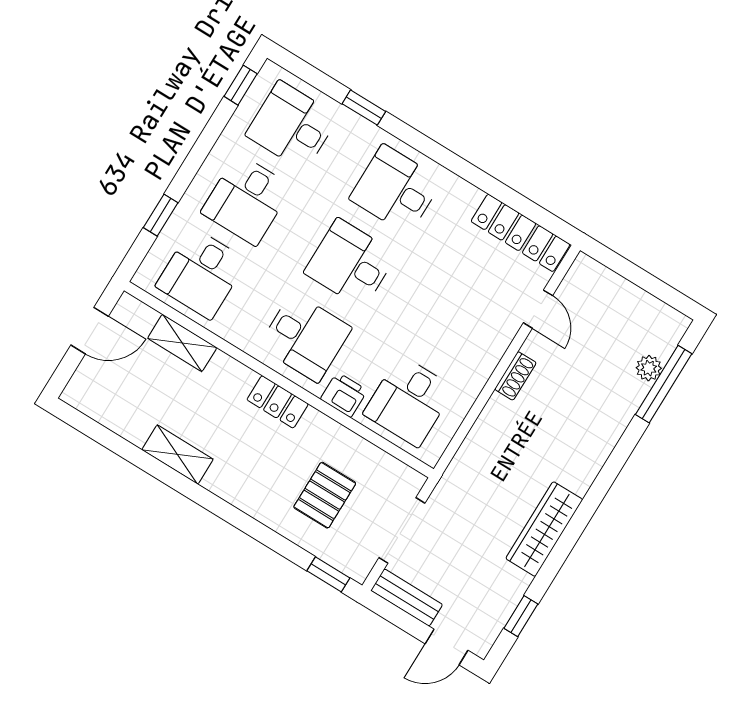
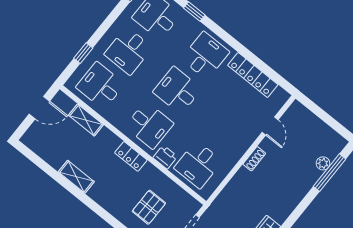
desk: (396, 190) -> (205, 56), turned 90
locker: (521, 233) -> (253, 75), moved
desk: (201, 273) -> (100, 86), turned 90

